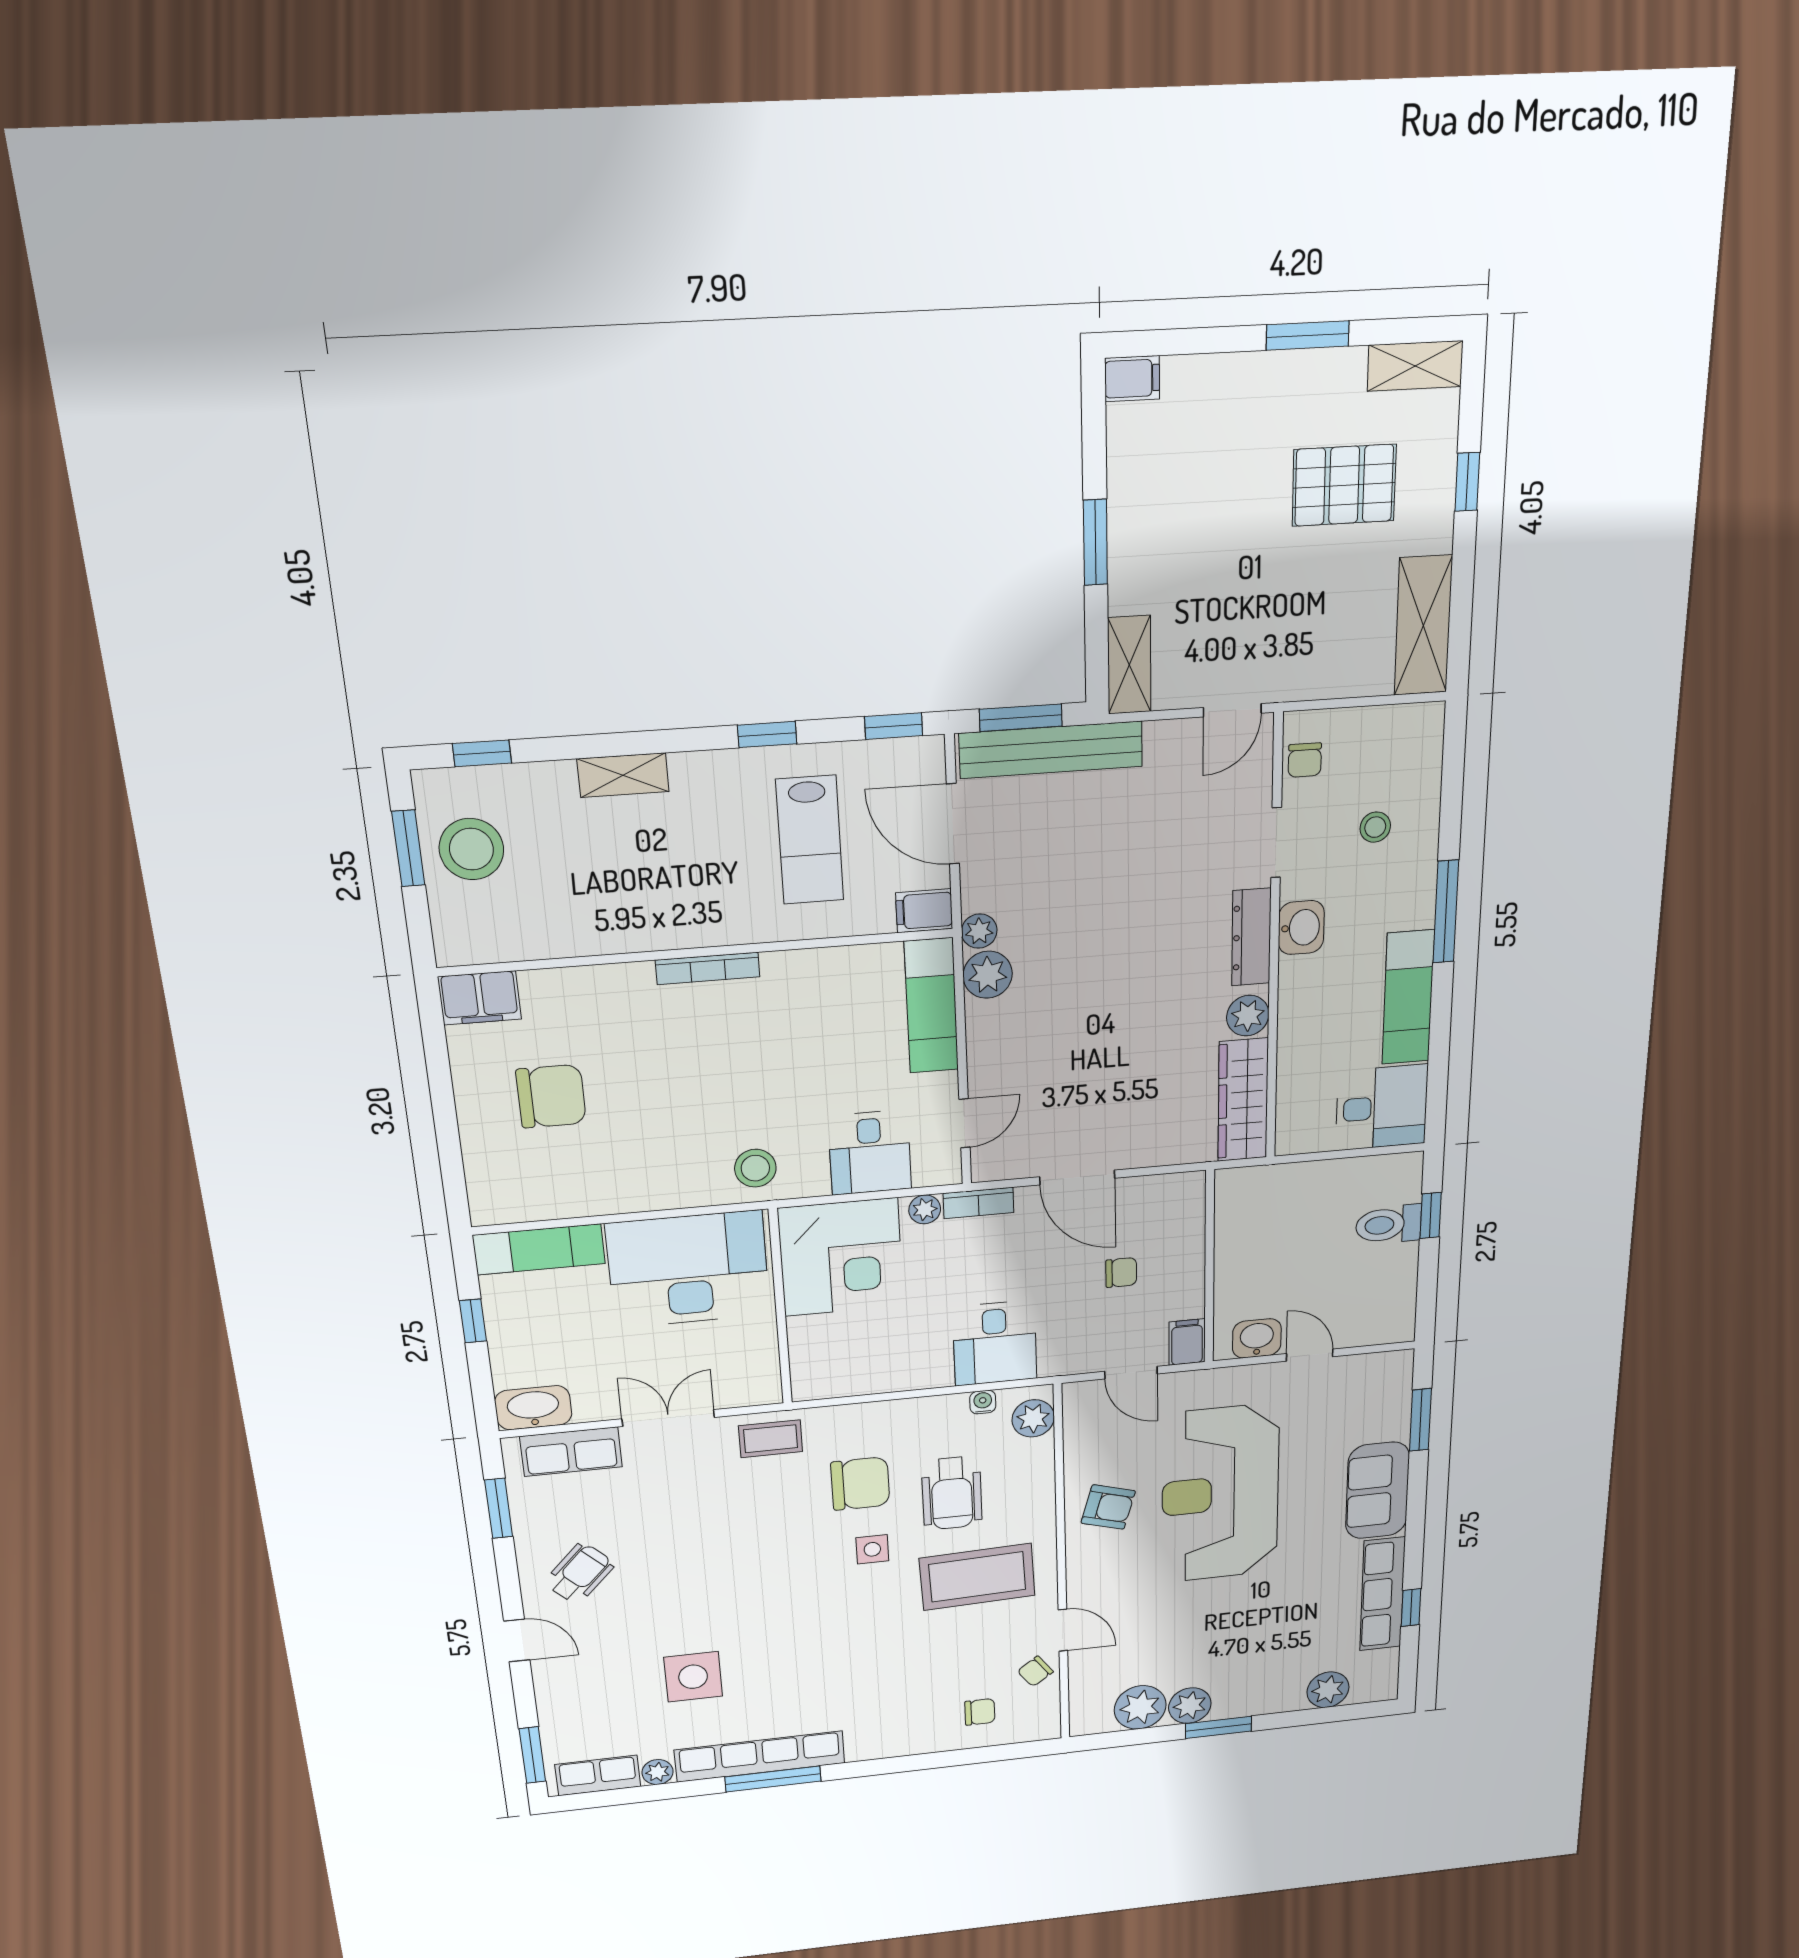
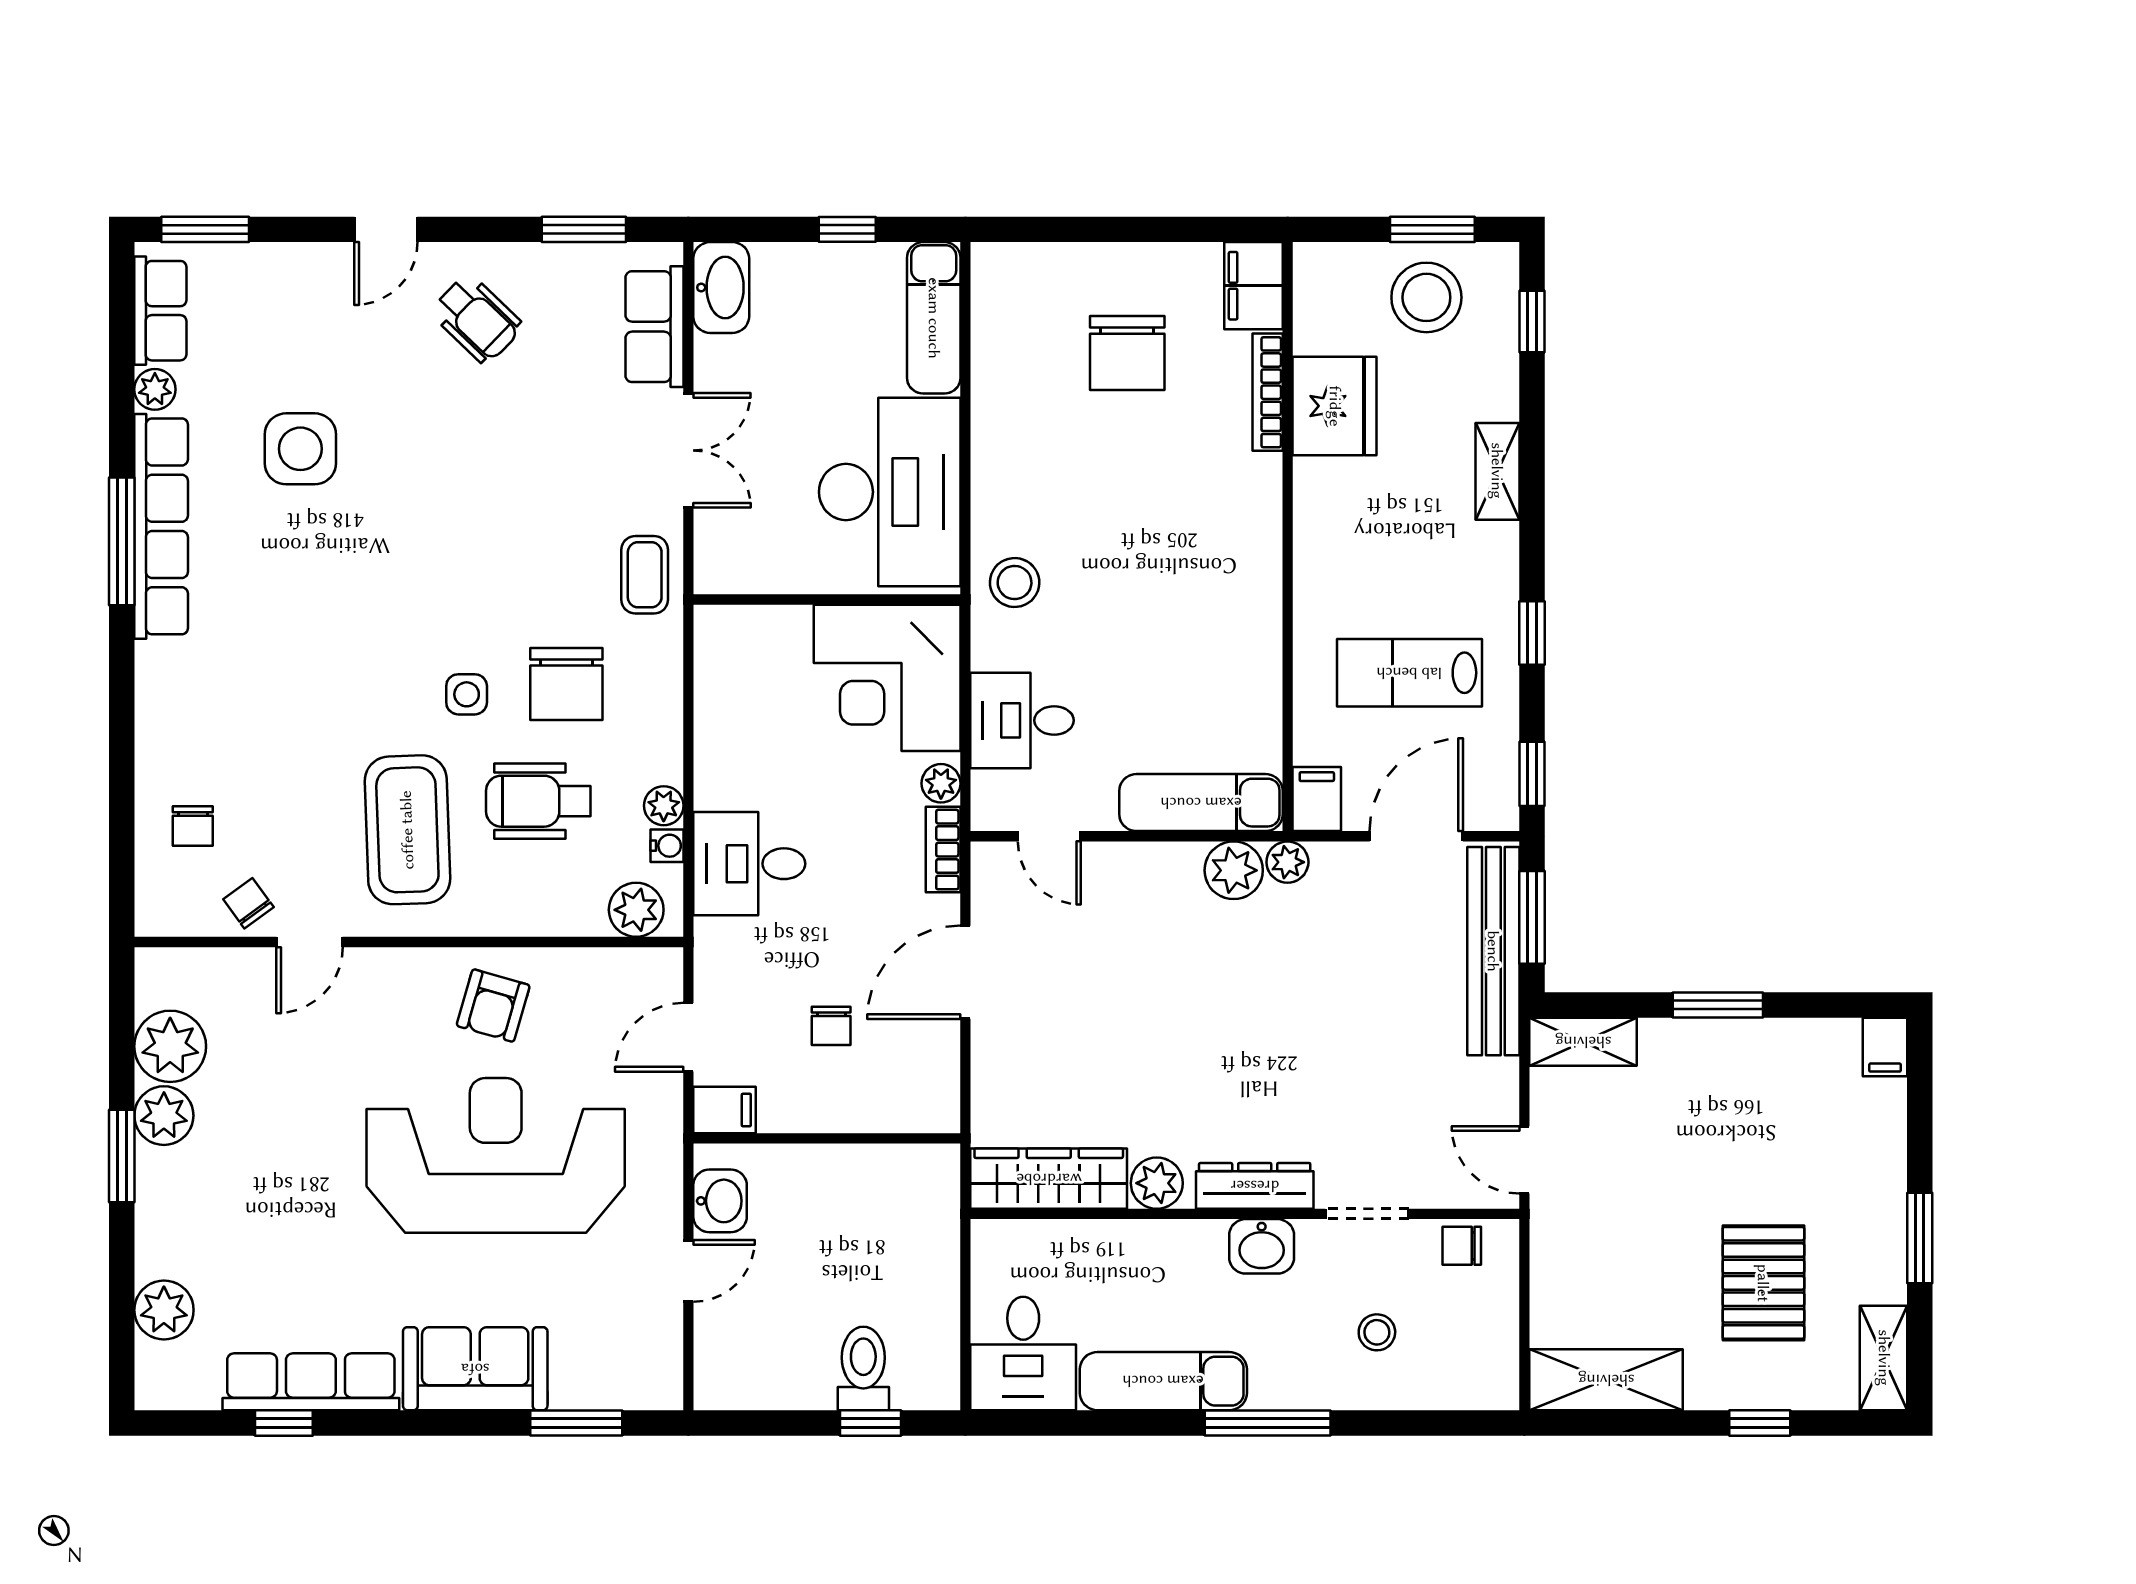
fridge: (579, 921) -> (1335, 406), added
bookcase: (708, 968) -> (1268, 392), moved
plant: (952, 1407) -> (664, 806), added

